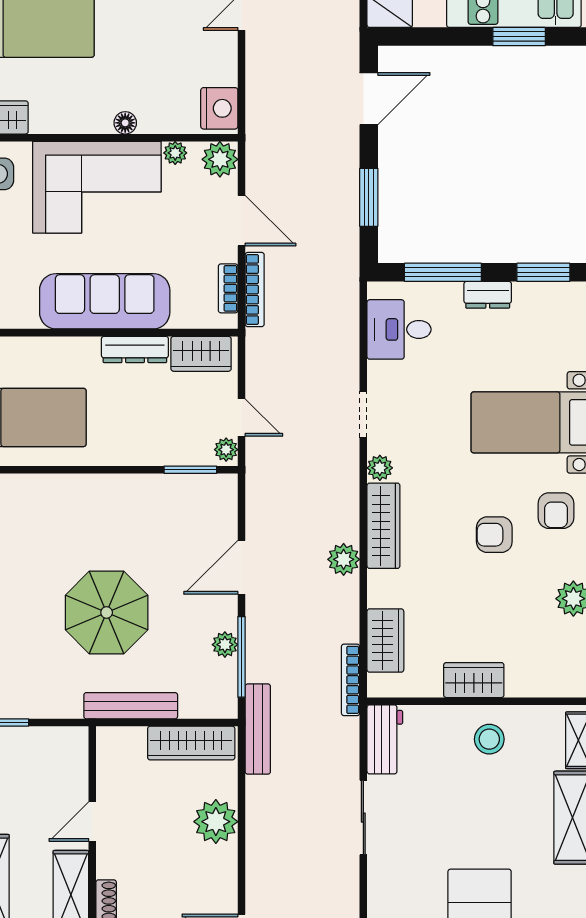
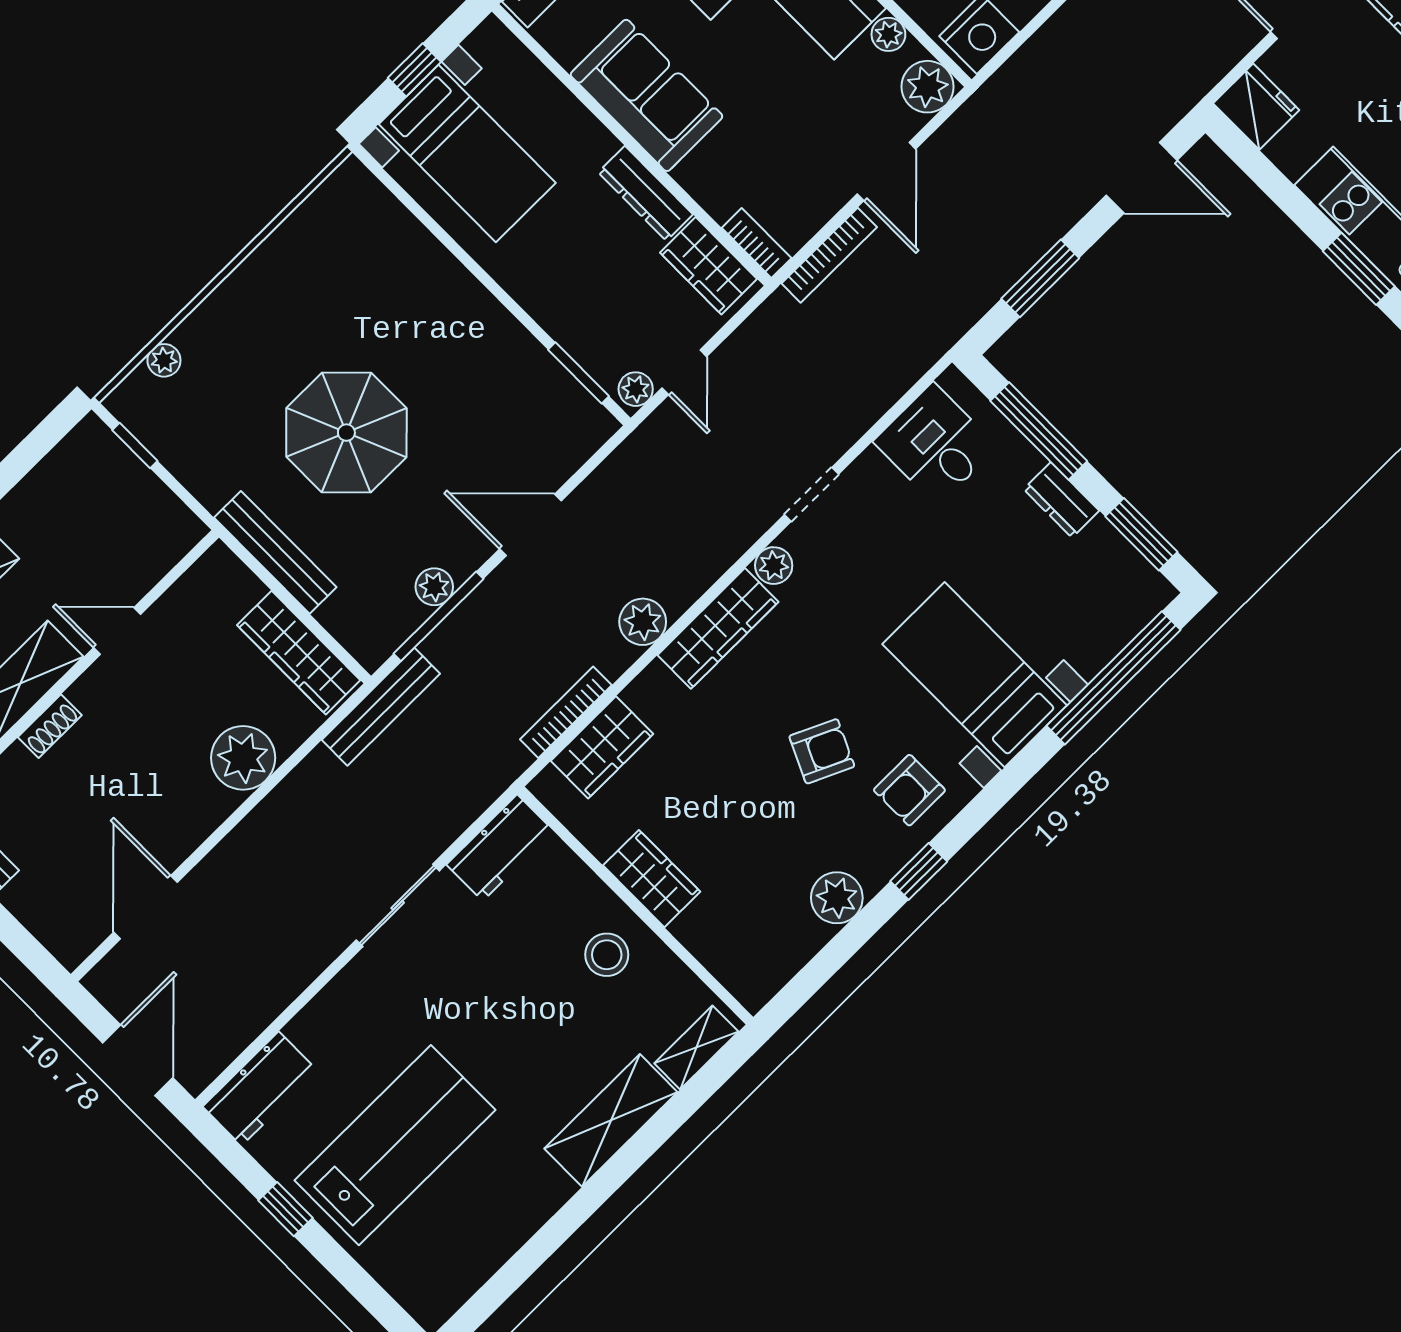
bookcase: (228, 288) -> (757, 243), moved, turned 90
sofa: (105, 301) -> (646, 95), width x0.73
armchair: (494, 535) -> (822, 751), turned 115
bookcase: (351, 680) -> (566, 712), moved

